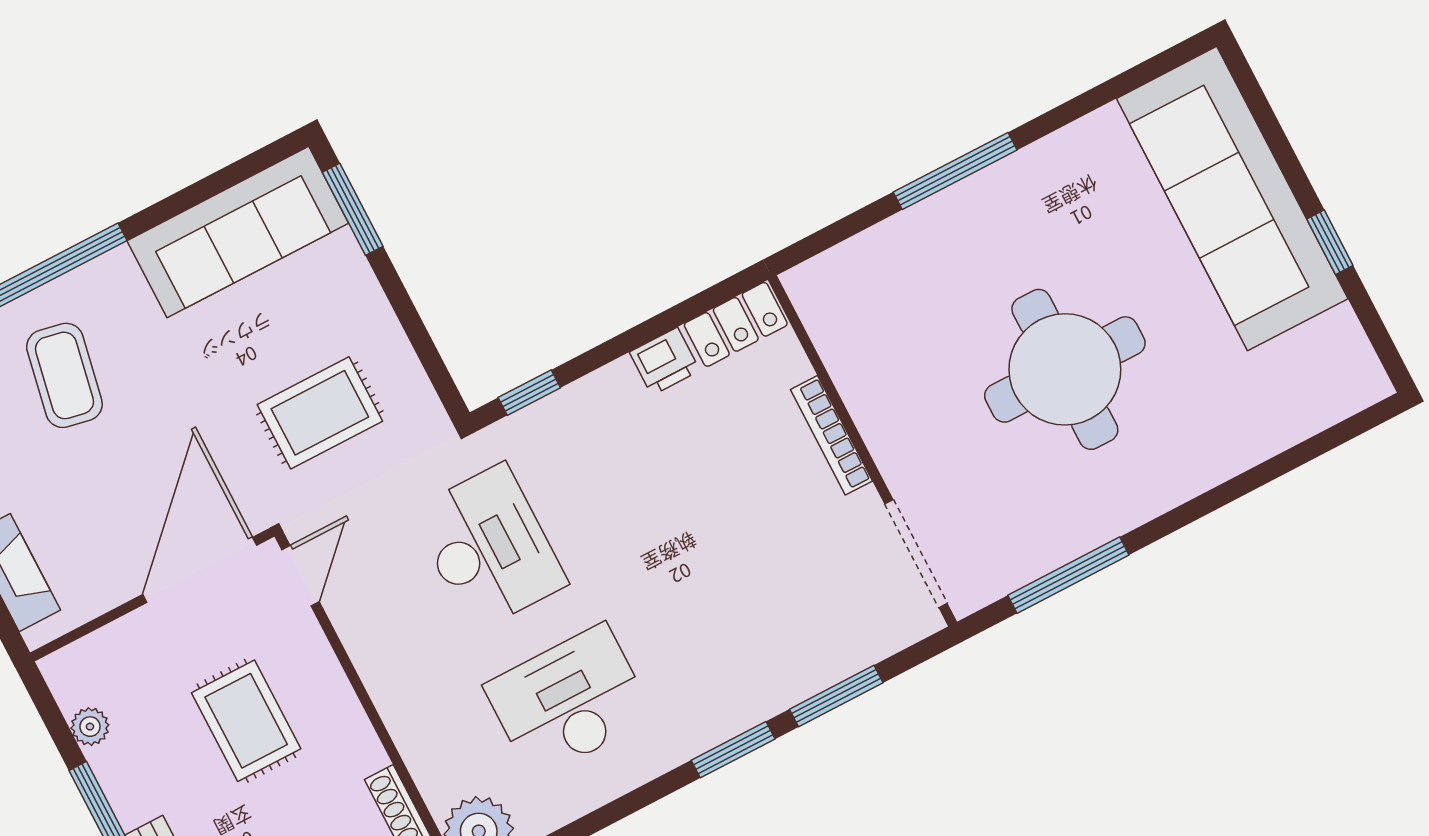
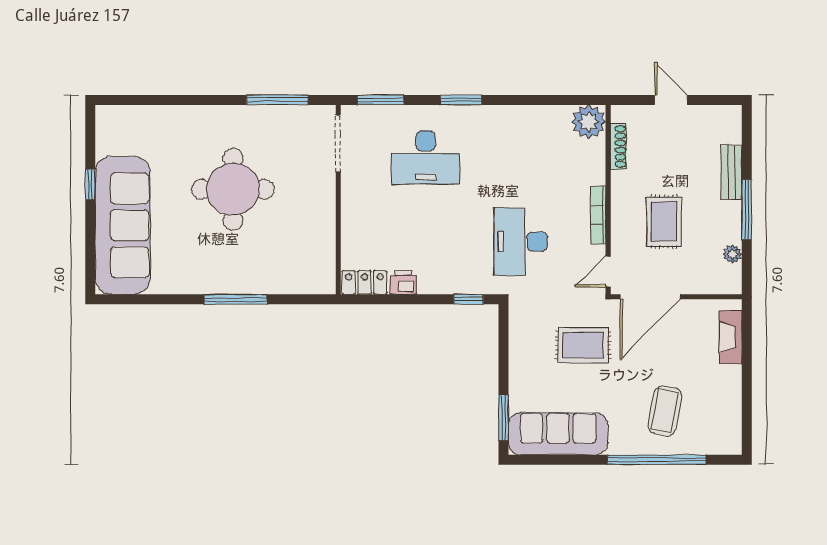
rug: (320, 413) -> (583, 345), moved
bookcase: (831, 435) -> (598, 215), moved, turned 180
window: (836, 696) -> (381, 100), moved
desk: (569, 701) -> (426, 157), moved

